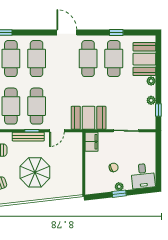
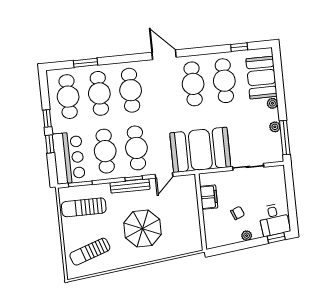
window: (116, 32) -> (239, 47), moved
window: (158, 110) -> (285, 138), width x2.17
booth: (89, 118) -> (200, 150), width x1.36, depth x1.42
filing cabinet: (91, 142) -> (209, 197), moved
window: (119, 194) -> (276, 238), moved

